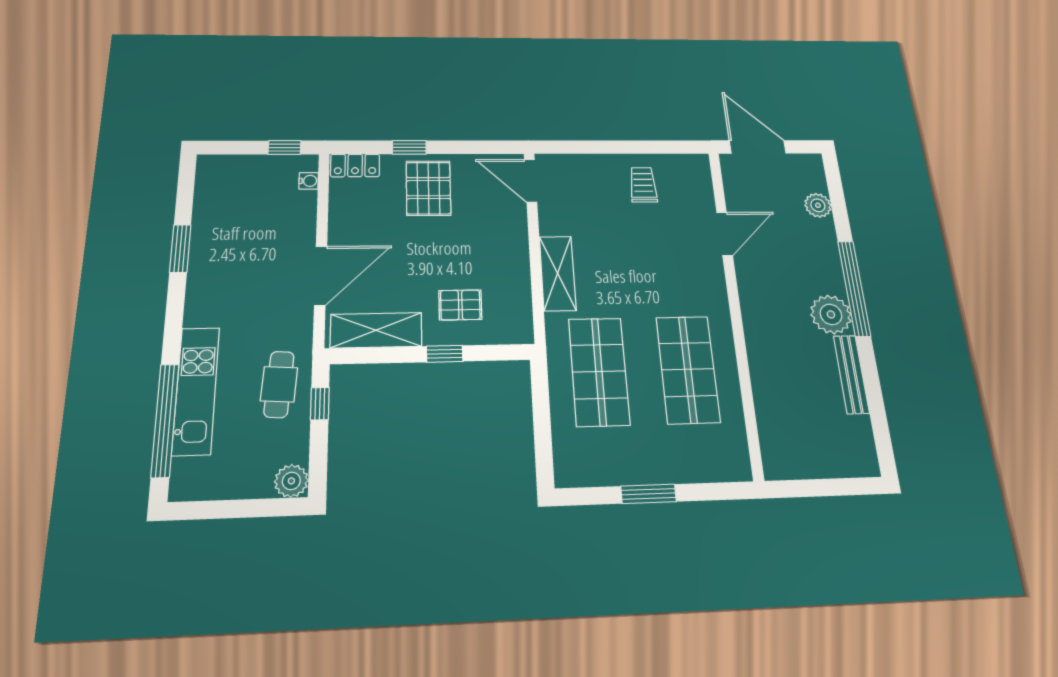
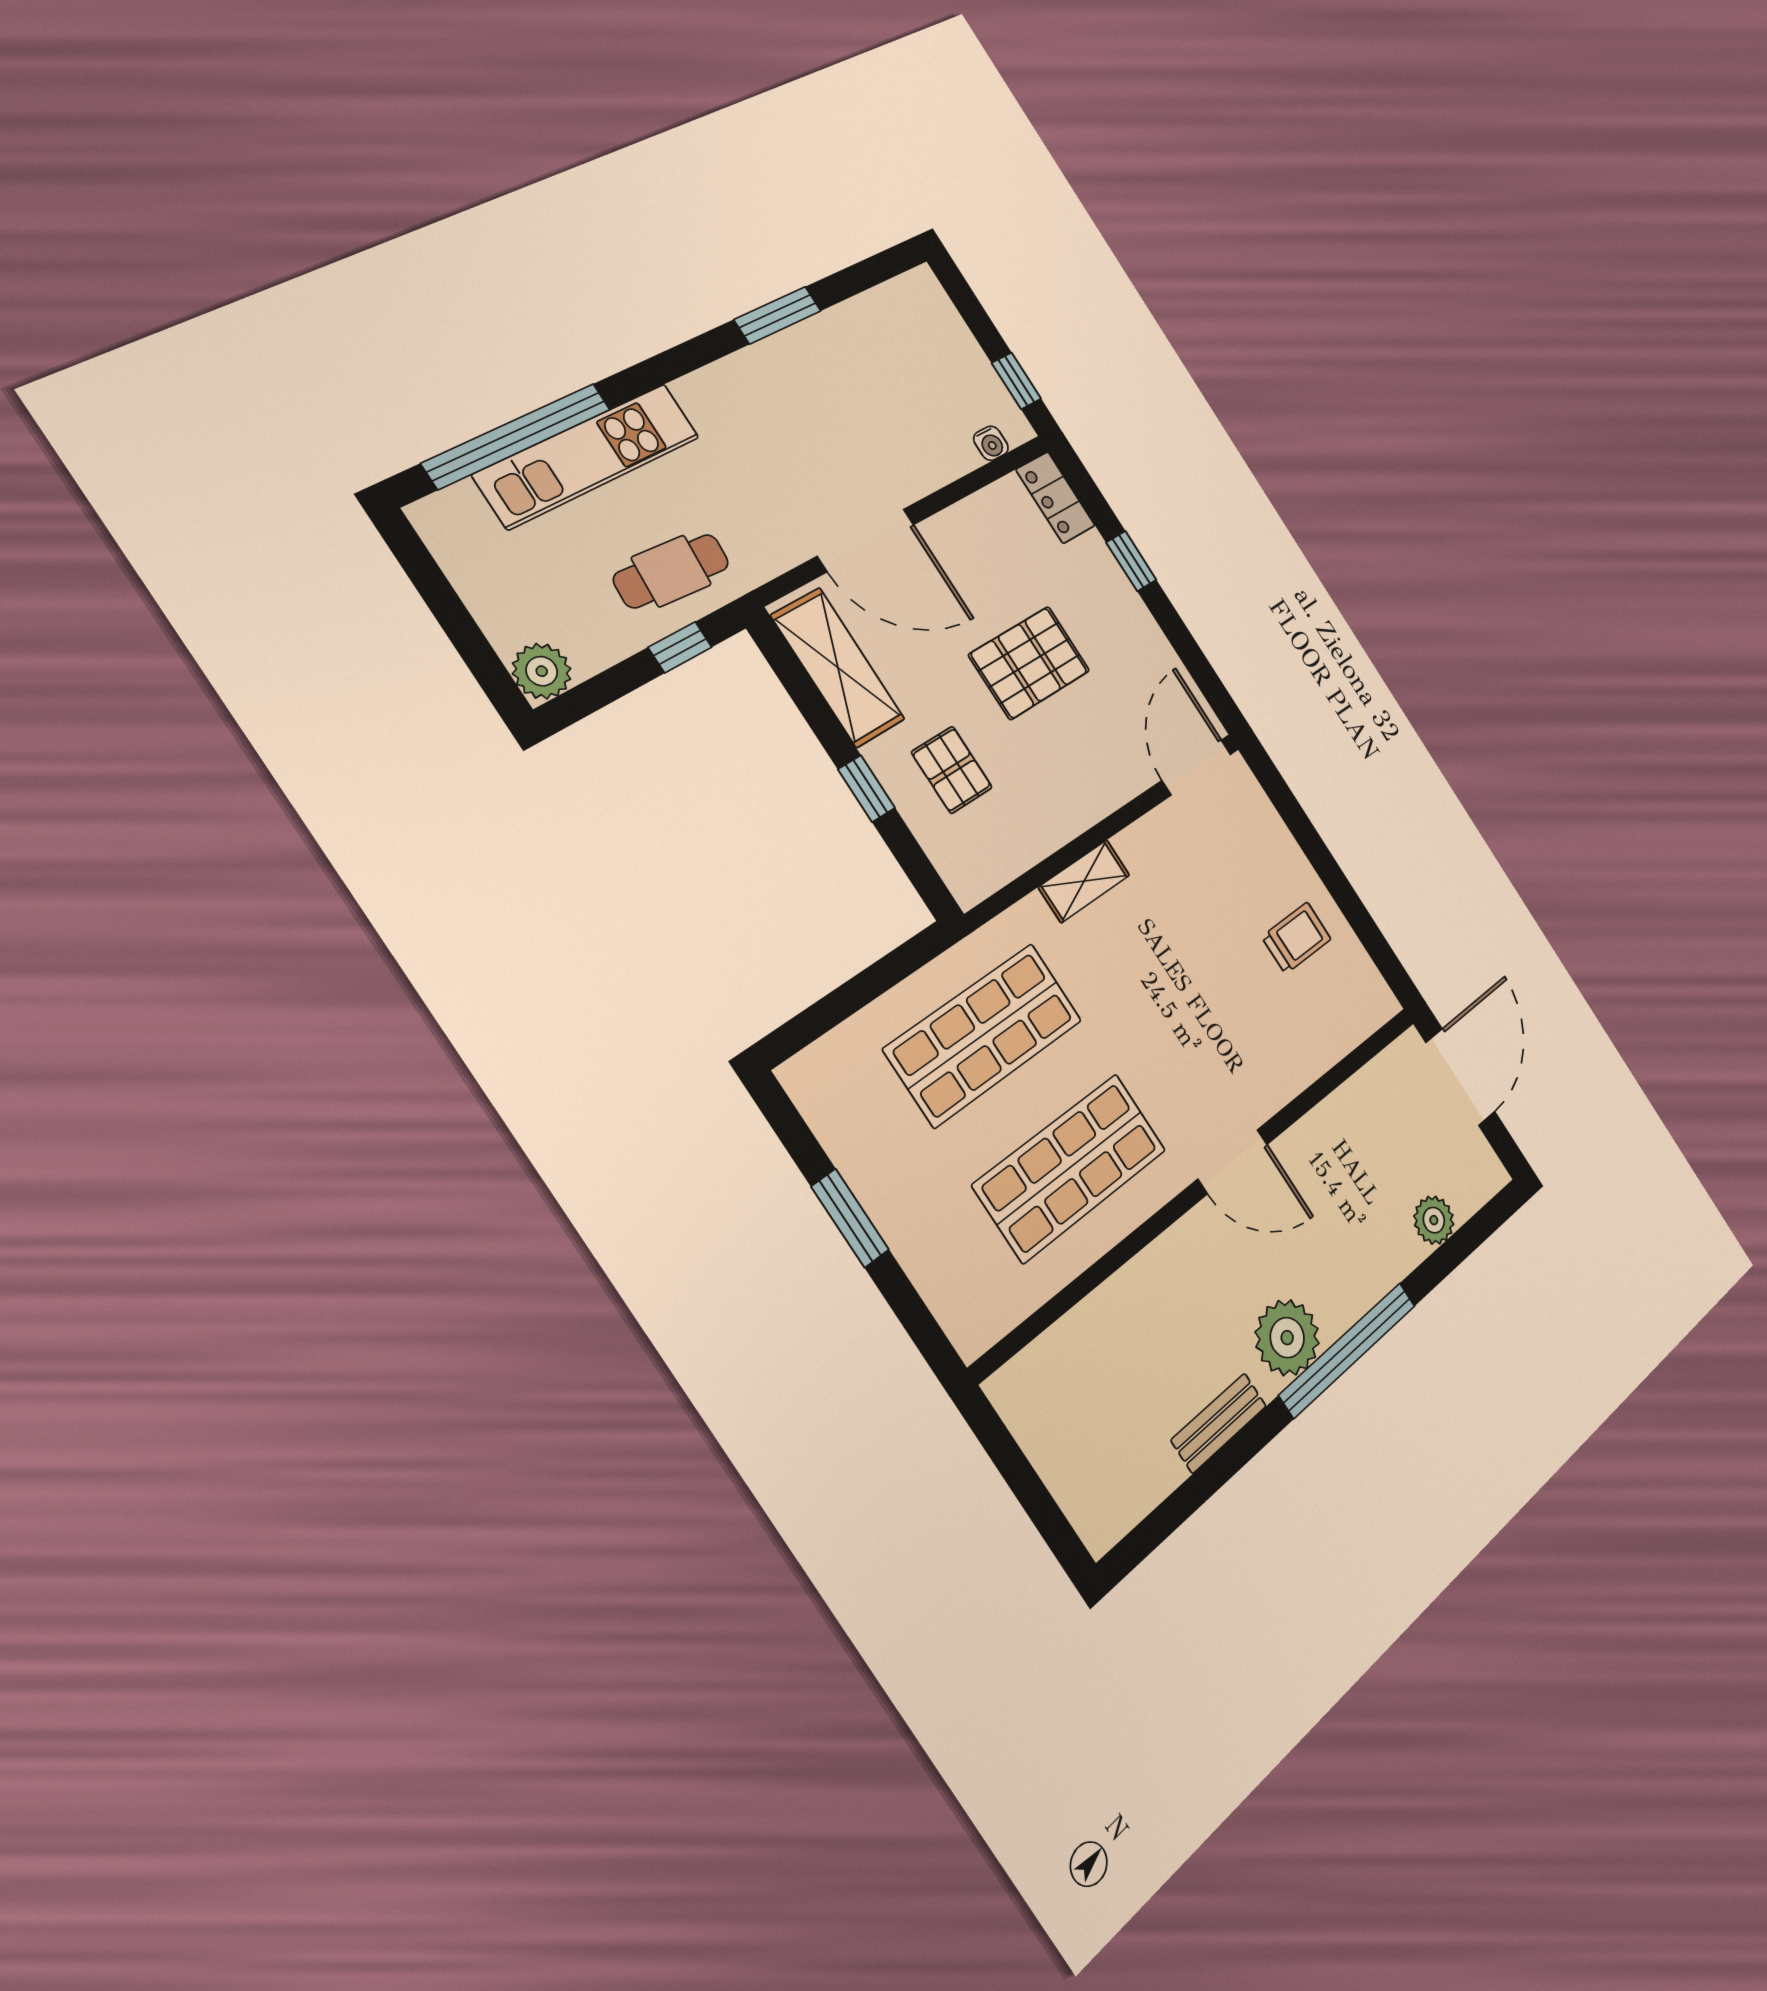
pallet: (428, 188) -> (1029, 663), moved
door: (725, 234) -> (1233, 1162), moved
shelving: (558, 273) -> (1084, 881), width x0.67, depth x0.75
bench: (851, 374) -> (1219, 1423), width x0.73

